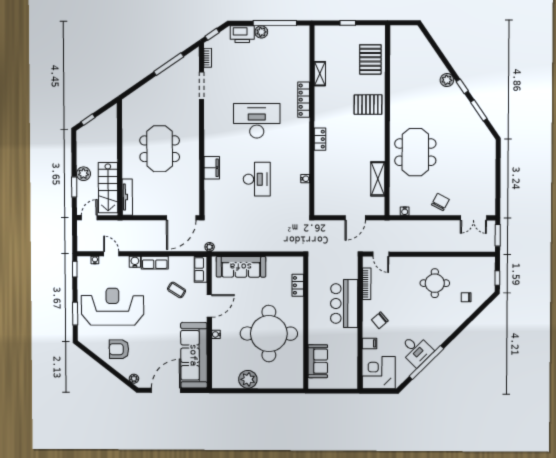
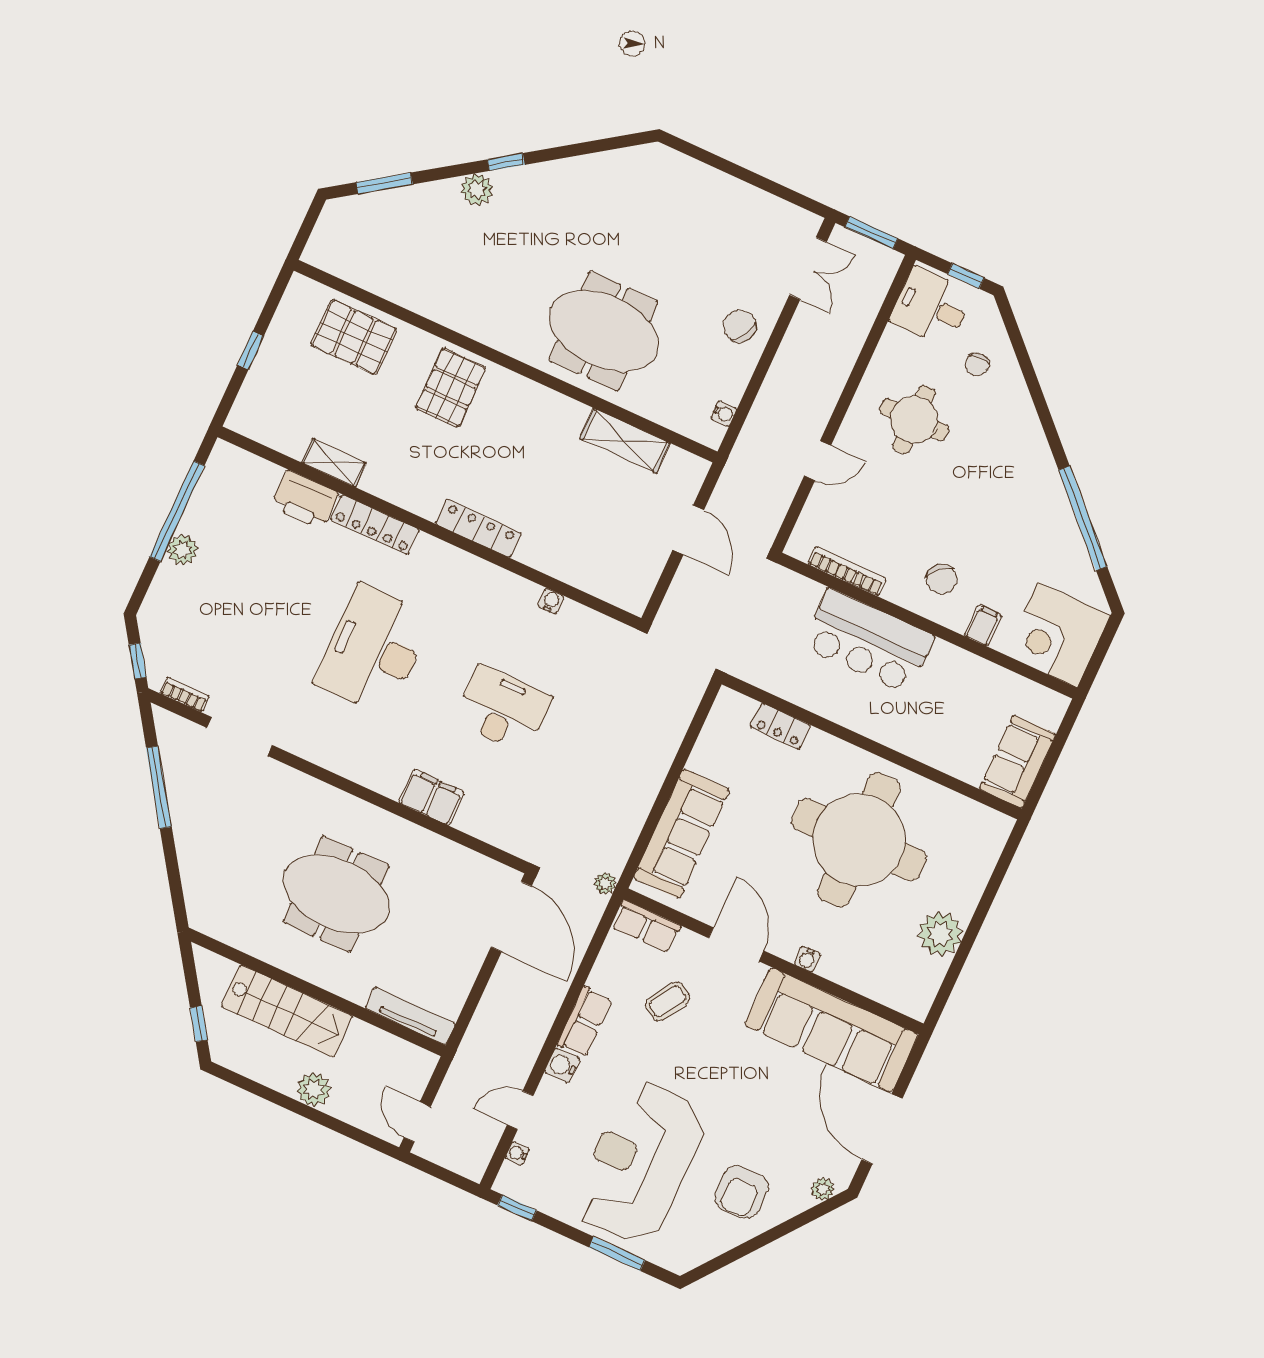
printer: (242, 34) -> (305, 500), moved, turned 90
window: (479, 110) -> (384, 183), moved
locker: (320, 139) -> (478, 528), width x1.53
window: (74, 187) -> (334, 1124), removed
stairs: (108, 188) -> (287, 1011), moved
door: (381, 254) -> (818, 461), moved
desk: (416, 350) -> (931, 307), moved, turned -135
sofa: (318, 361) -> (1018, 762), moved, turned -90

